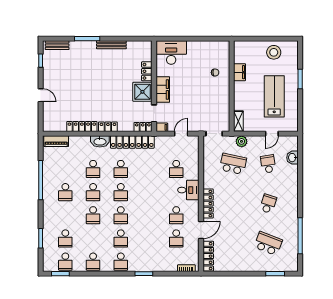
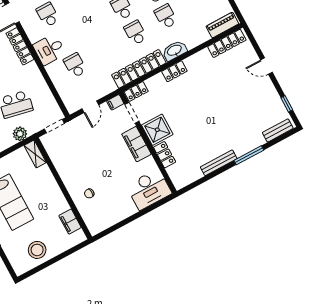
filing cabinet: (239, 72) -> (70, 222), moved
locker: (82, 127) -> (227, 43), moved

